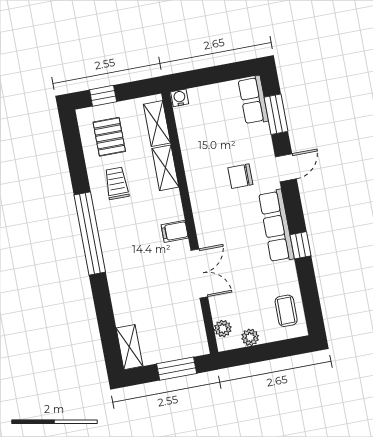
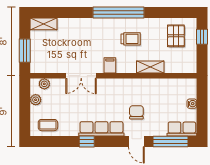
water cooler: (180, 98) -> (192, 104), moved
window: (276, 114) -> (171, 141), width x1.44
shelving: (157, 124) -> (179, 67), removed
pallet: (109, 137) -> (176, 36), turned 90
trolley: (117, 183) -> (131, 39), moved

